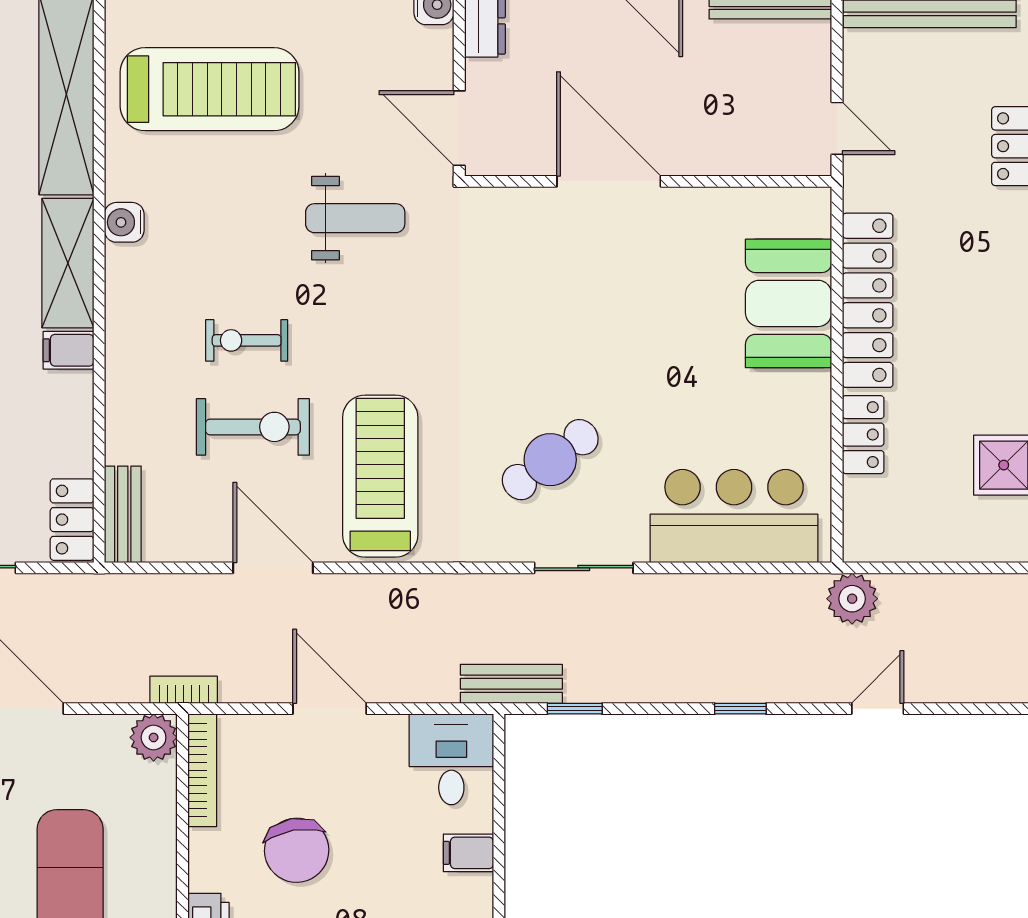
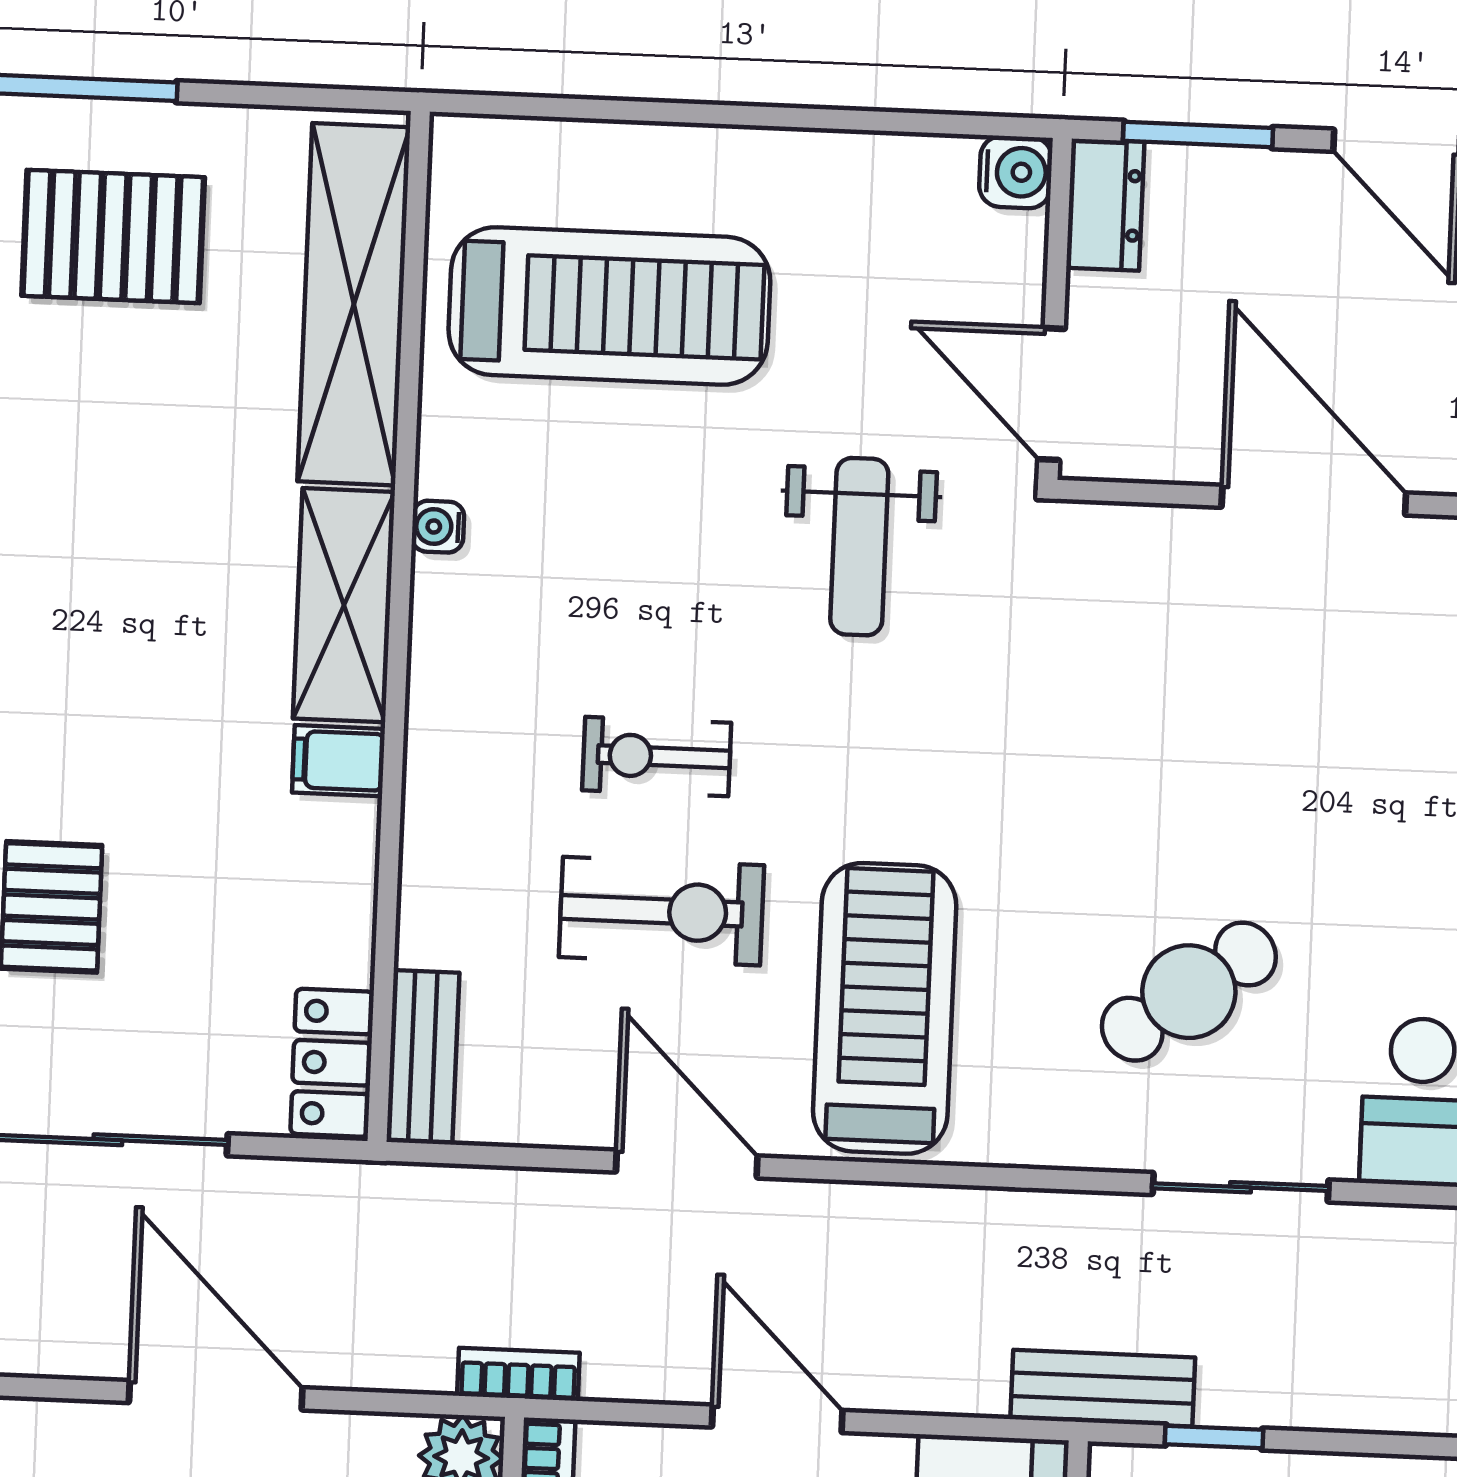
weight bench: (355, 218) -> (859, 547), turned 90
water cooler: (124, 222) -> (438, 527), width x0.72, depth x0.72

